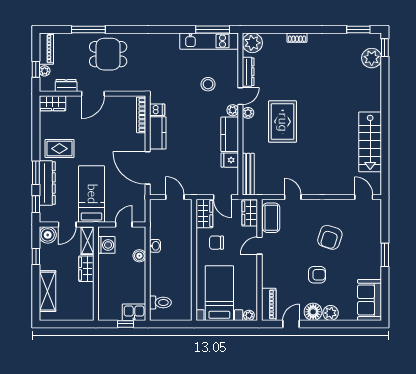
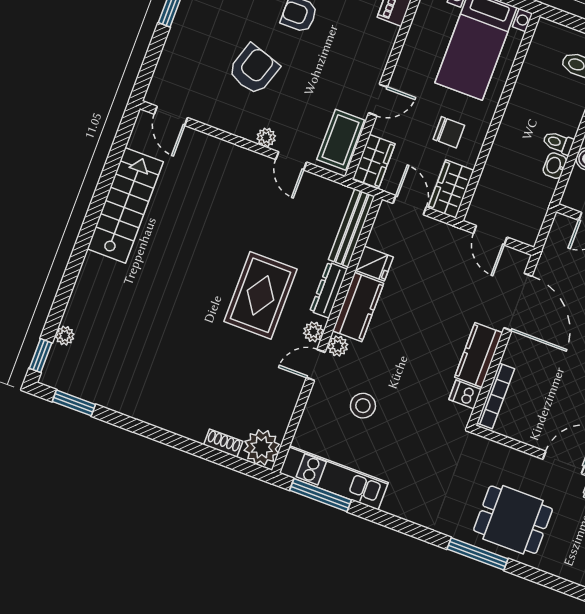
window: (88, 29) -> (477, 554), moved
shoe rack: (297, 38) -> (223, 443), moved
plant: (372, 58) -> (65, 336), width x0.53, depth x0.53
dresser: (248, 72) -> (329, 290), moved
plant: (310, 205) -> (266, 137), added
toilet: (158, 258) -> (558, 143), added

